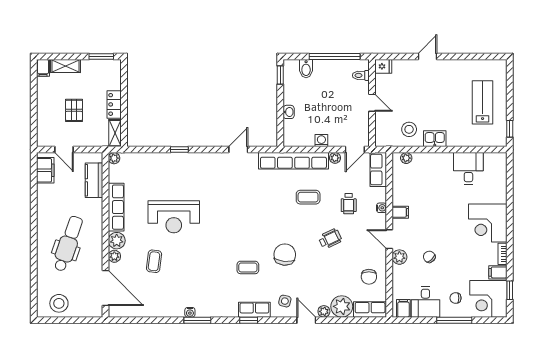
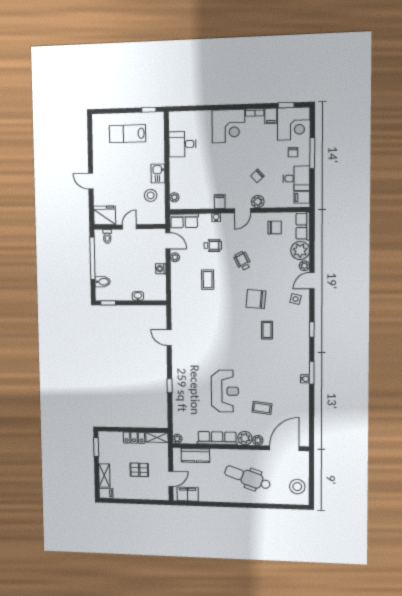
fridge: (383, 66) -> (105, 215), width x1.88, depth x1.34
row of seats: (293, 161) -> (178, 292), removed
row of seats: (254, 310) -> (303, 325), removed

